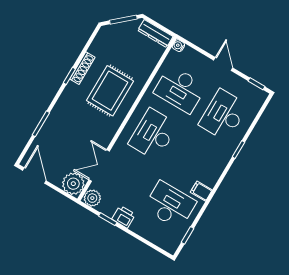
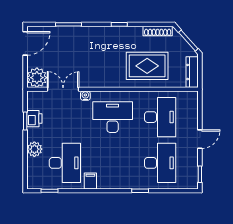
water cooler: (178, 46) -> (85, 96), moved
shoe rack: (82, 68) -> (158, 31), moved
desk: (180, 89) -> (160, 117), turned 180
rug: (110, 91) -> (147, 66), moved
desk: (223, 115) -> (160, 163), turned 90
plant: (92, 198) -> (34, 149), moved
printer: (124, 217) -> (34, 119), moved

